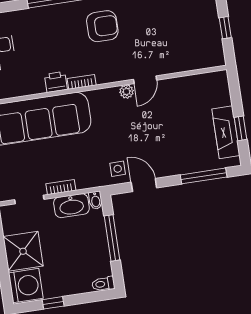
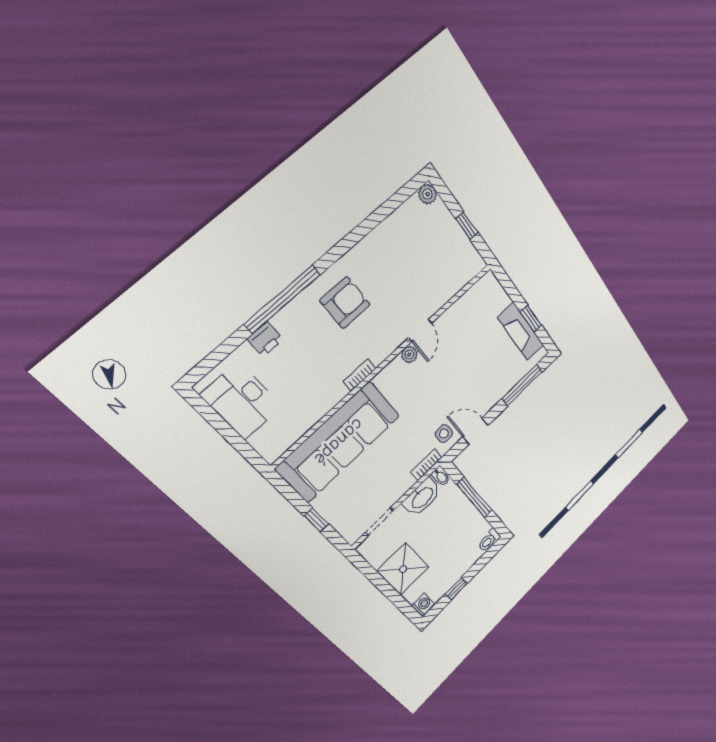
printer: (56, 82) -> (265, 339), moved, turned 180
bookcase: (61, 187) -> (426, 465), moved
washing machine: (26, 286) -> (423, 605), width x0.53, depth x0.53

